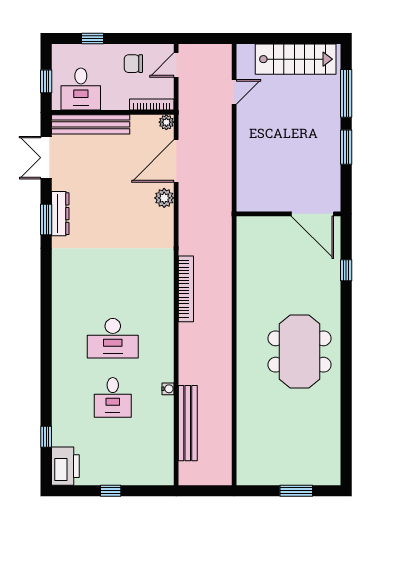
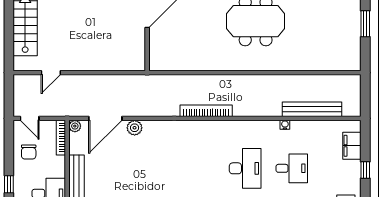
door: (234, 92) -> (51, 73), swing flipped
door: (176, 161) -> (105, 118), hinge flipped
filing cabinet: (141, 474) -> (352, 146), added

